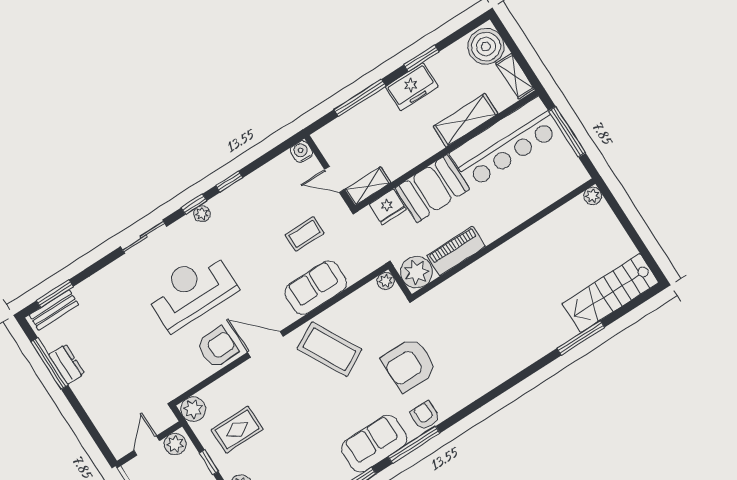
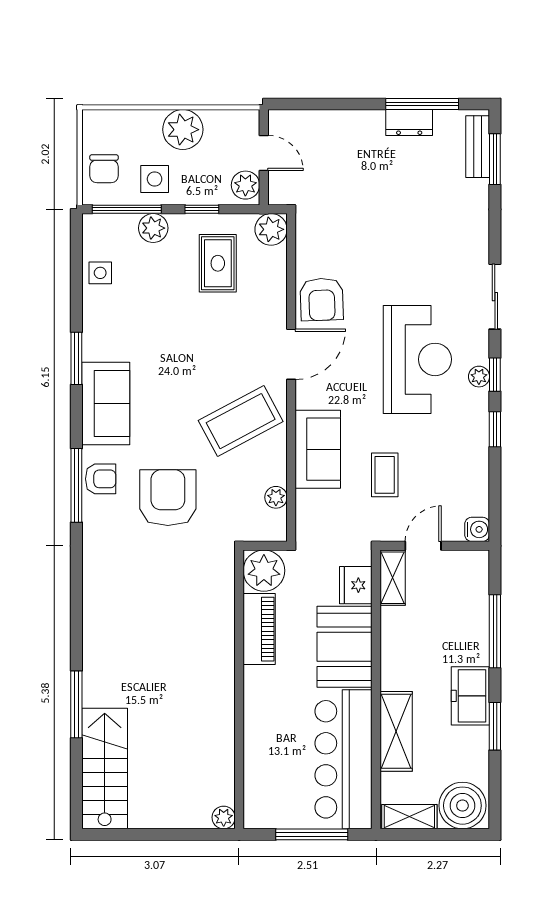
plant: (386, 281) -> (276, 497), moved
reception desk: (191, 291) -> (417, 359), moved
window: (414, 445) -> (76, 485), moved

